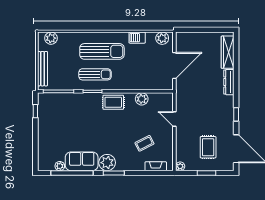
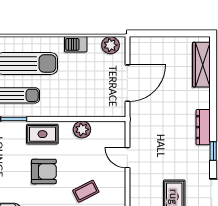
dresser: (229, 82) -> (203, 127), moved
armchair: (114, 129) -> (44, 171), added

